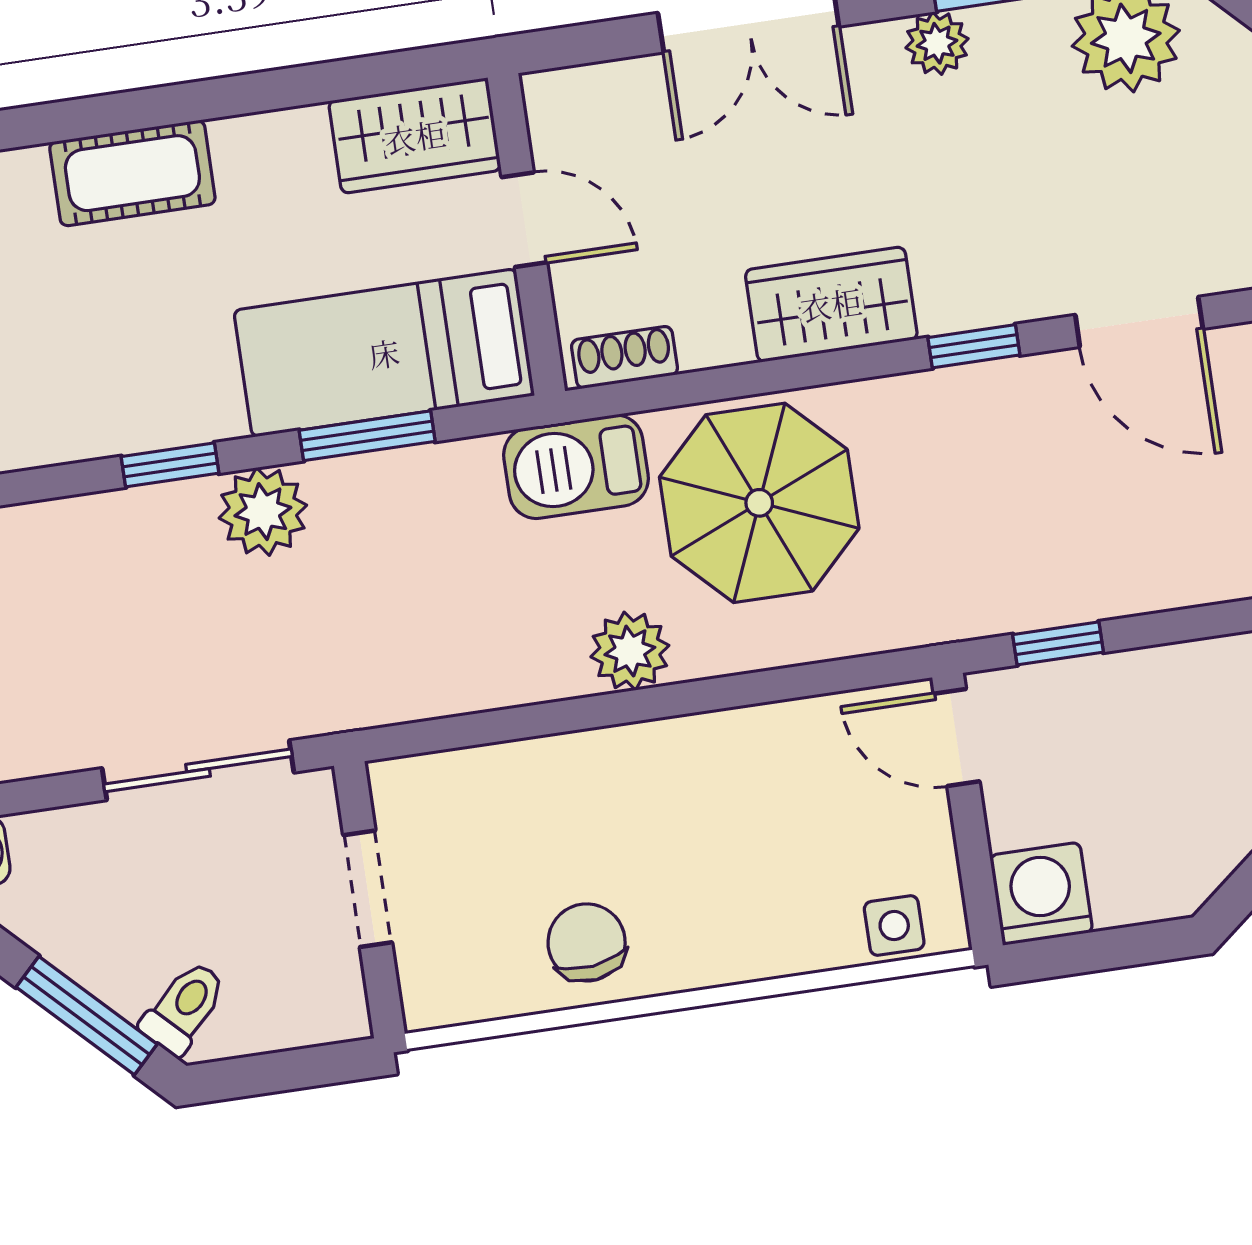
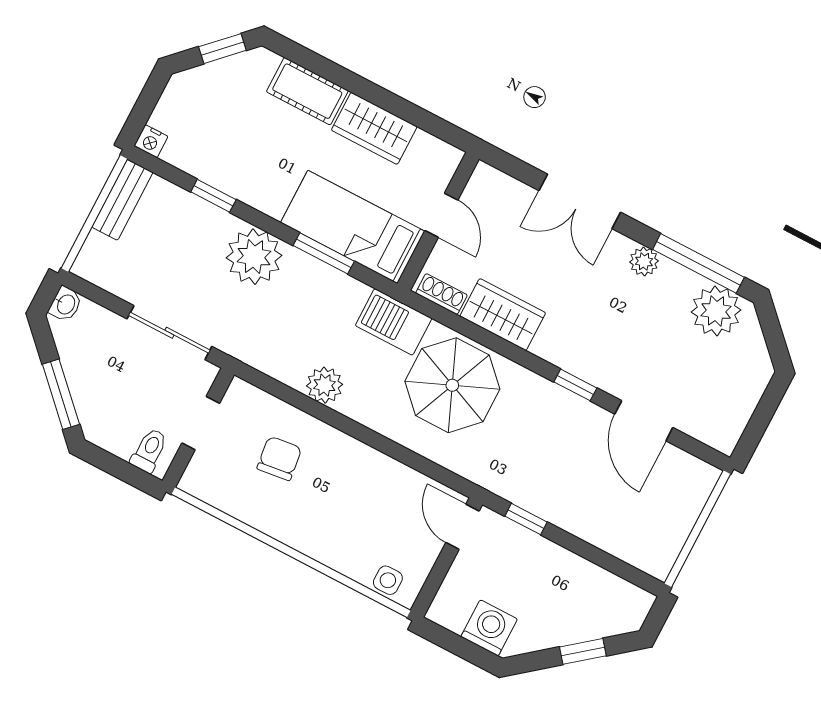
wardrobe: (415, 136) -> (374, 128), moved
wardrobe: (831, 304) -> (503, 315), moved
window: (170, 465) -> (213, 196), moved
plant: (263, 512) -> (254, 257), width x1.36, depth x1.36
plant: (630, 651) -> (325, 385), moved
washing machine: (1041, 894) -> (489, 628), moved
chair: (587, 942) -> (279, 458), moved
toilet: (184, 1008) -> (149, 450), moved, turned -45

